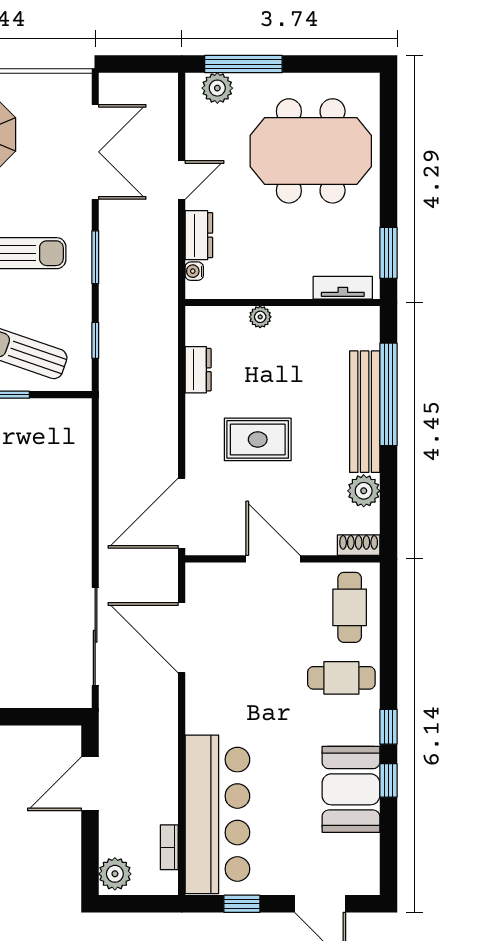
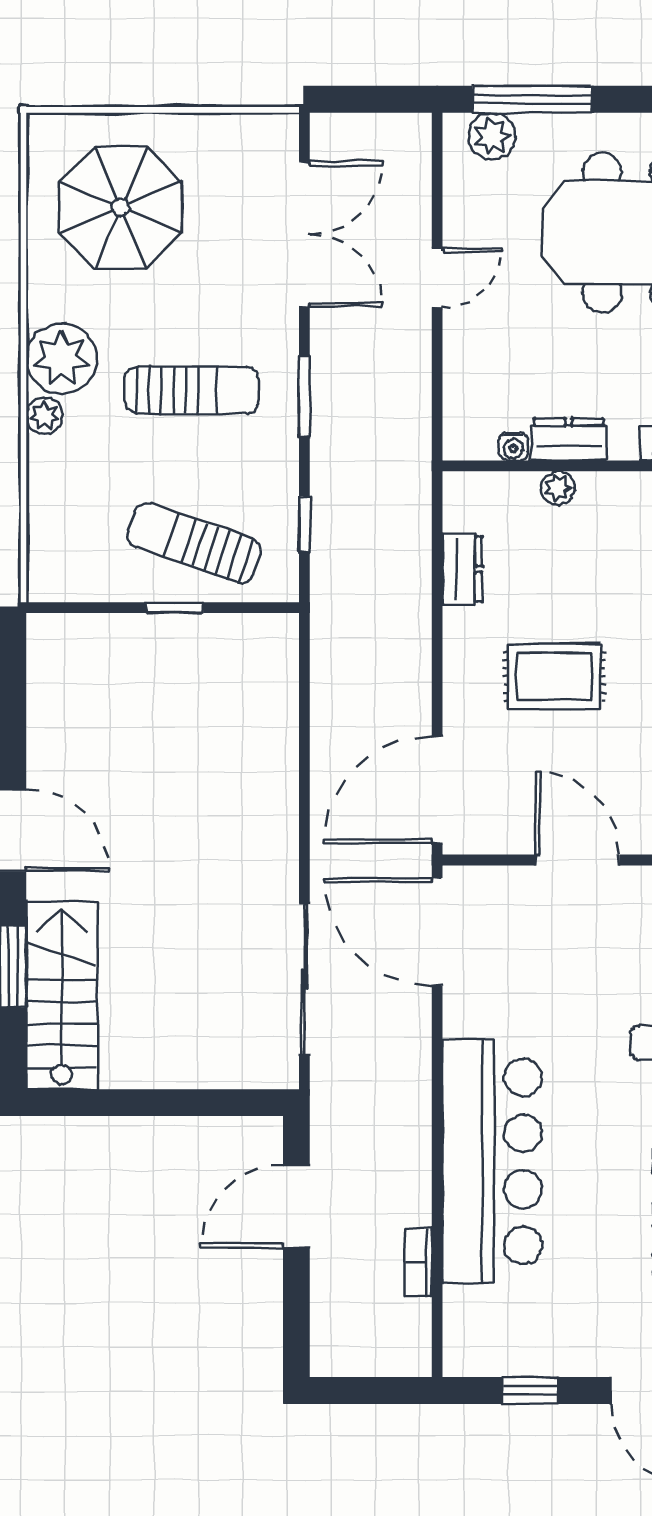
dresser: (199, 235) -> (569, 439), moved, turned -90
water cooler: (194, 271) -> (513, 446), moved, turned -90
door: (182, 638) -> (437, 932), moved
bar counter: (217, 814) -> (492, 1161), moved
bookcase: (169, 847) -> (418, 1262), moved
plant: (115, 874) -> (335, 1344), removed

